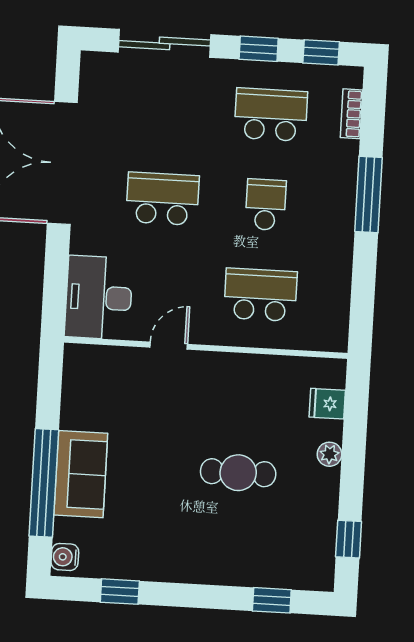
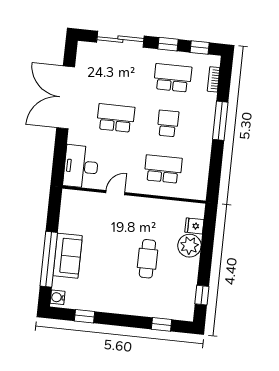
plant: (329, 454) -> (189, 246), width x1.87, depth x1.87
cafe table: (238, 473) -> (147, 259), turned 90

